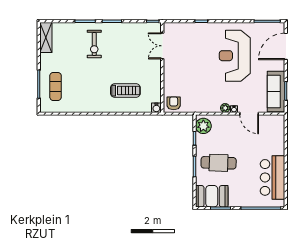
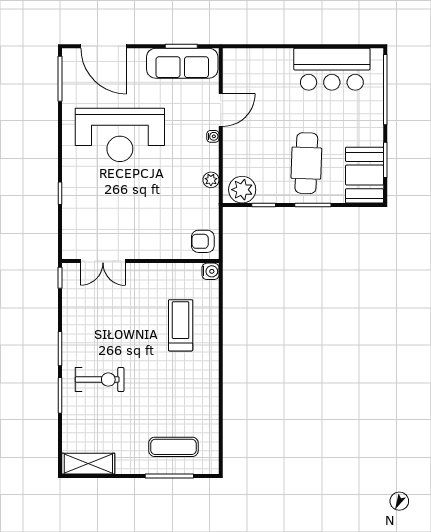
plant: (225, 108) -> (211, 180), moved

